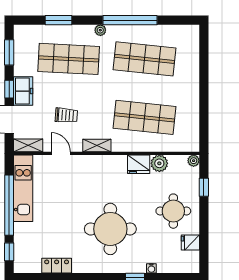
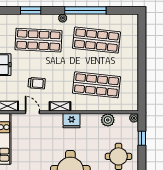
fridge: (139, 164) -> (72, 121), moved

